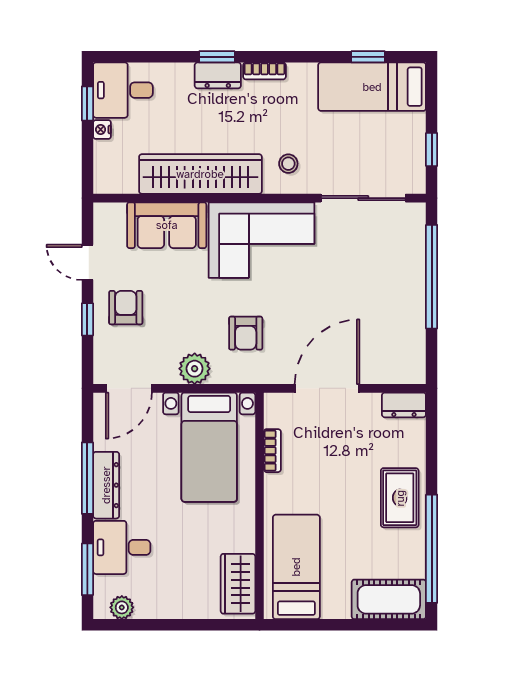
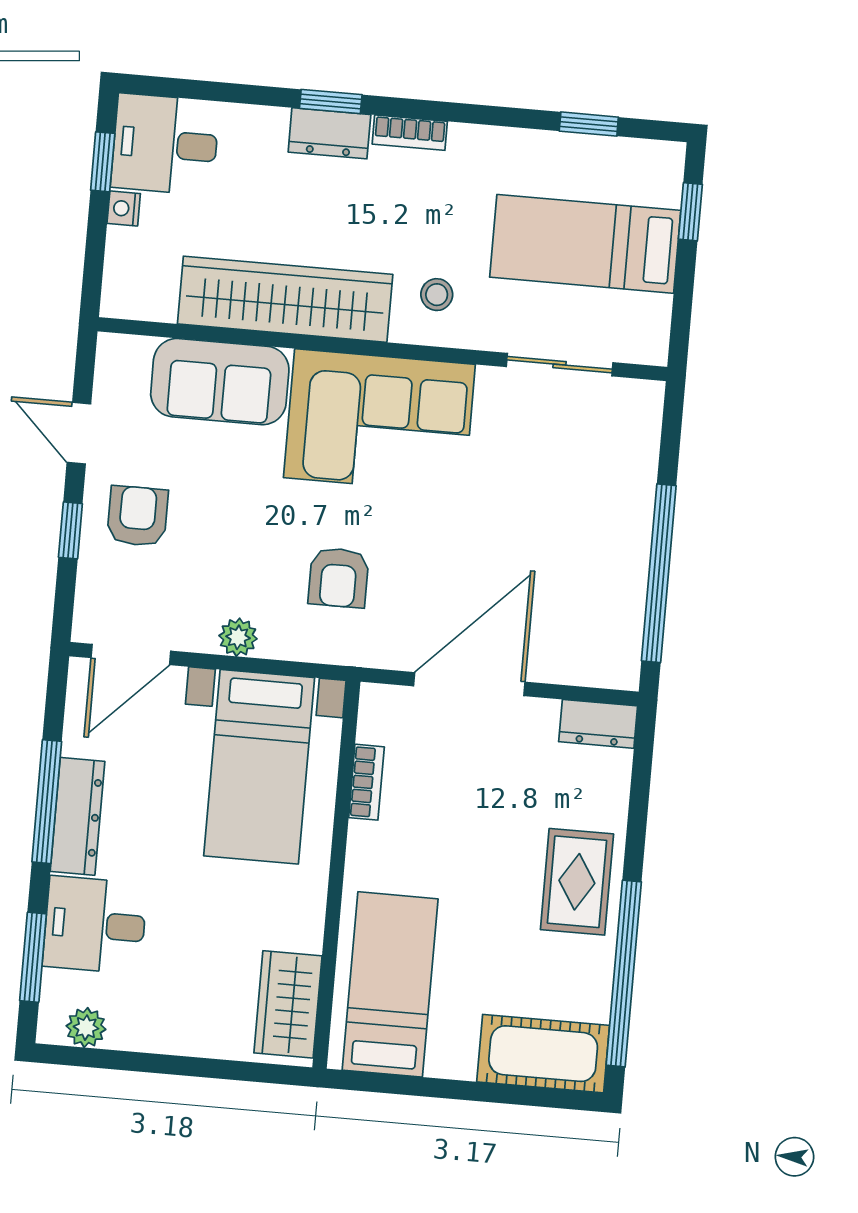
bed: (372, 87) -> (585, 244), moved
window: (432, 149) -> (690, 212), moved
sliding door: (363, 198) -> (560, 365), width x0.73
window: (432, 277) -> (659, 573), moved
plant: (195, 369) -> (238, 637), width x0.73, depth x0.73

